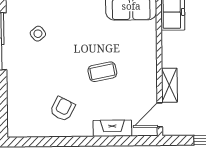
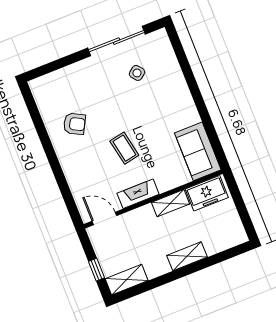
shelving: (169, 85) -> (170, 203), moved
fireplace: (112, 128) -> (138, 194), moved, turned -90

